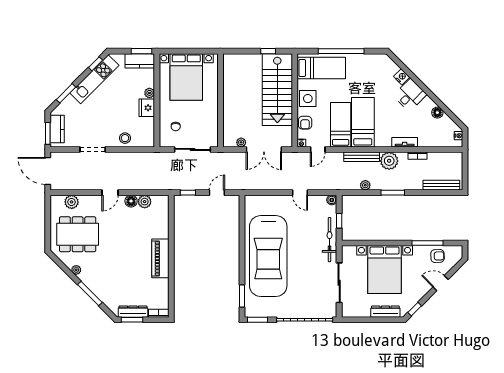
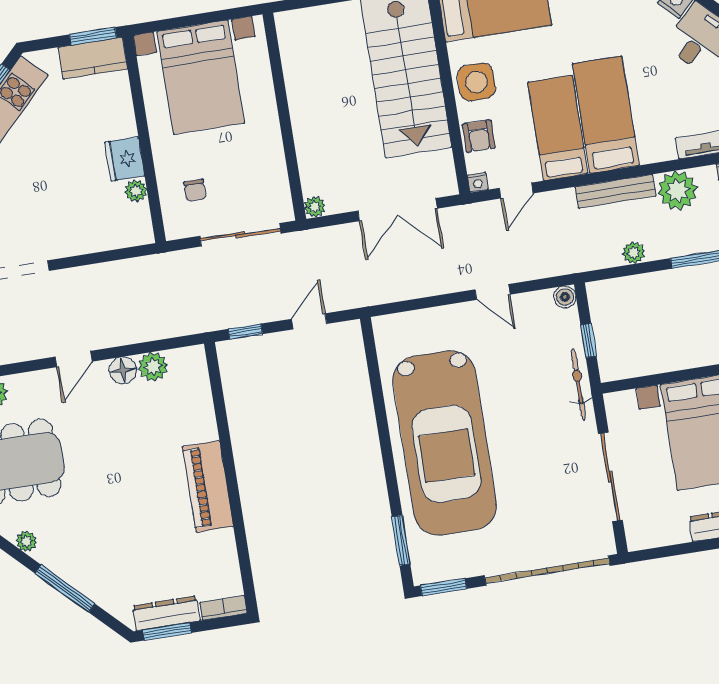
plant: (149, 93) -> (136, 191), moved
stool: (125, 138) -> (87, 234), removed
plant: (241, 142) -> (315, 207), moved
bicycle: (330, 240) -> (579, 384), width x0.73, depth x0.71

